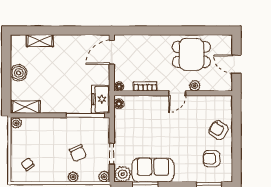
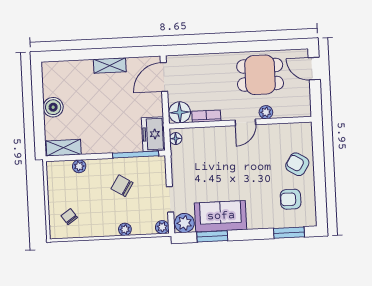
shelving: (40, 41) -> (110, 66), moved
door: (236, 64) -> (314, 69), moved
floor lamp: (119, 86) -> (180, 112), width x1.89, depth x1.89
plant: (16, 123) -> (79, 166), moved
chair: (78, 153) -> (122, 186), moved, turned 146

